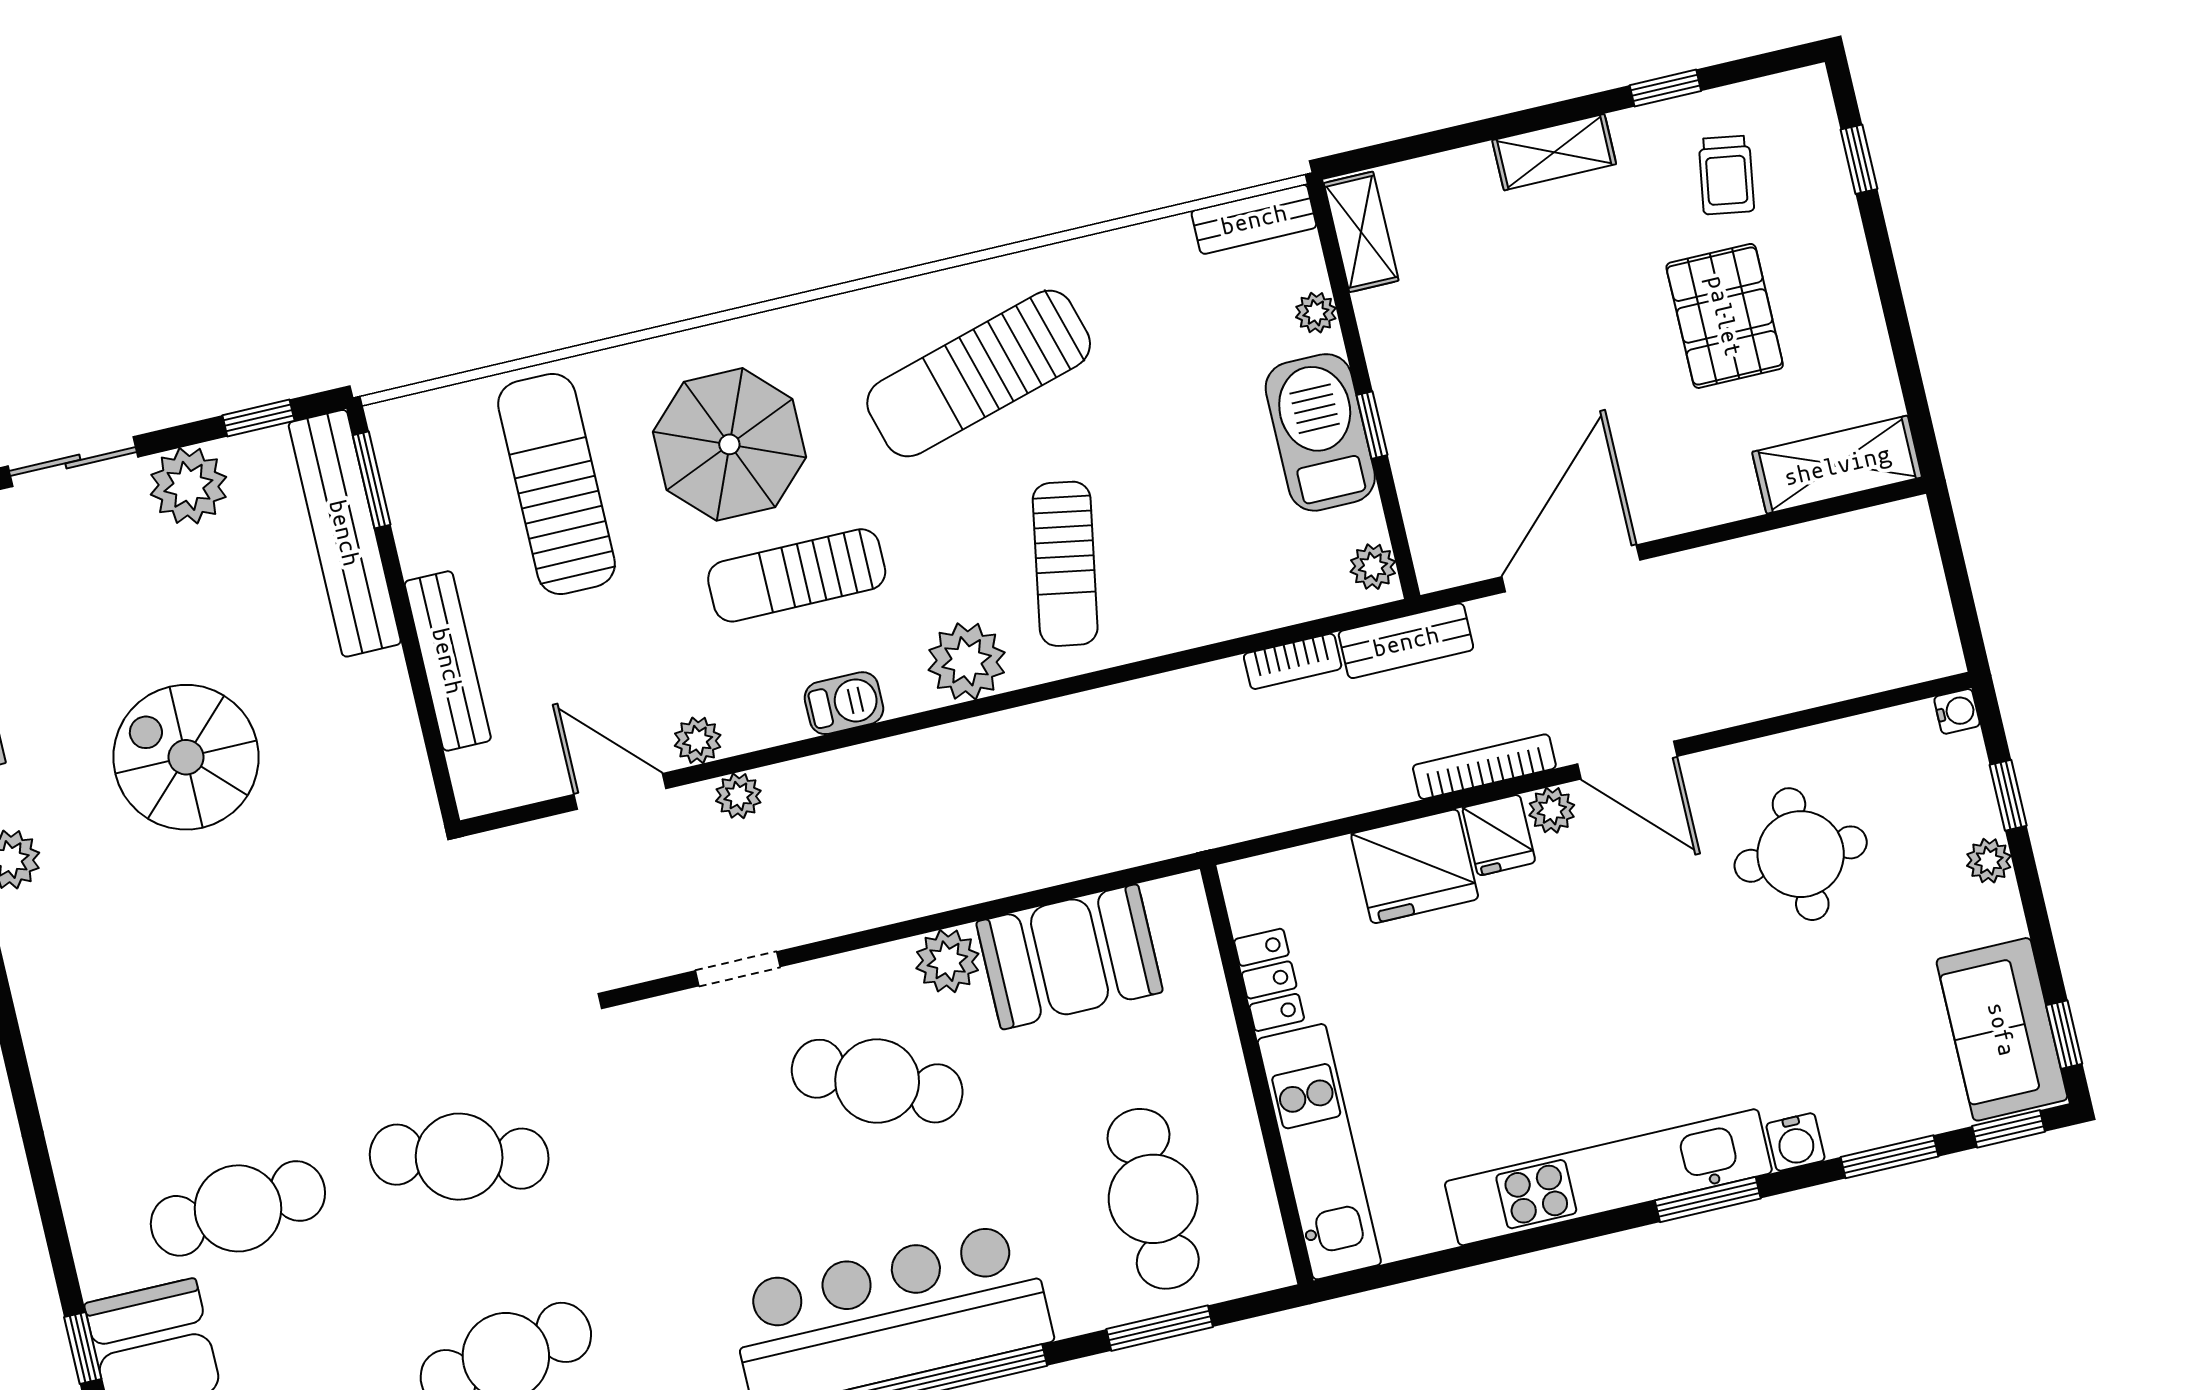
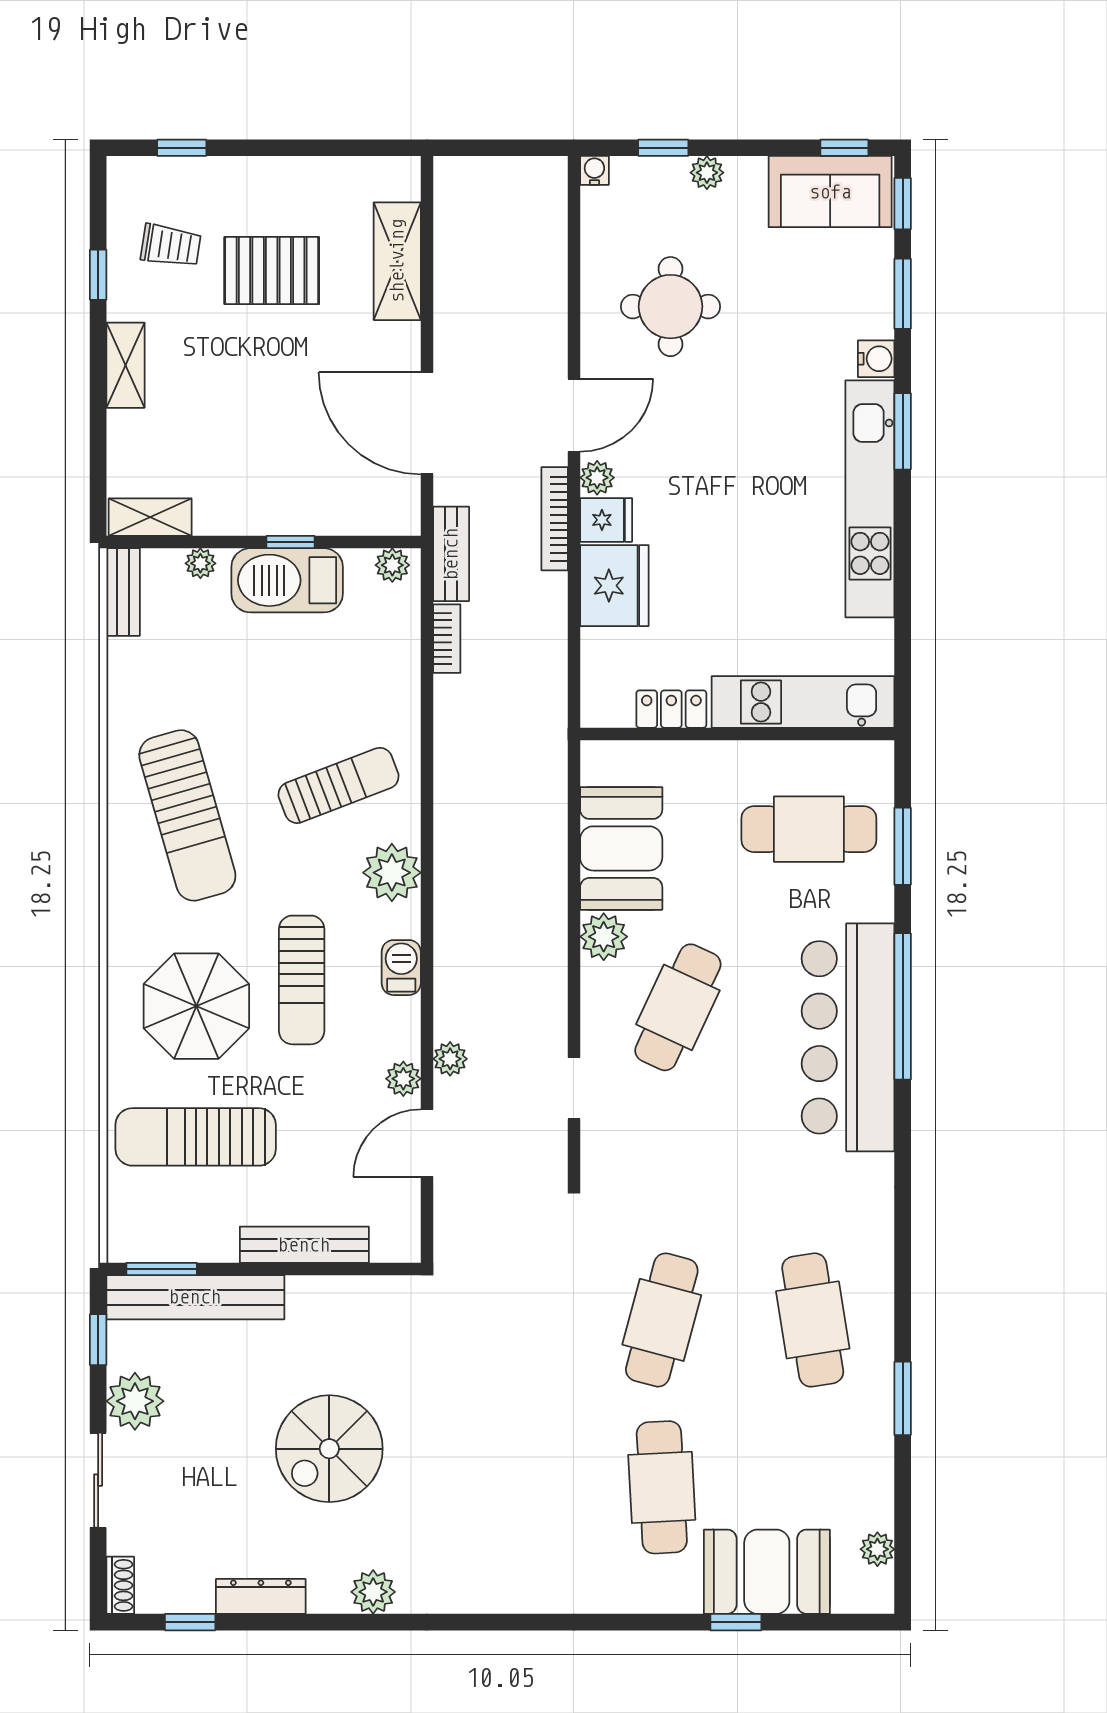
shelving: (1837, 465) -> (397, 261), moved
sun lounger: (1065, 564) -> (338, 785), turned -31

